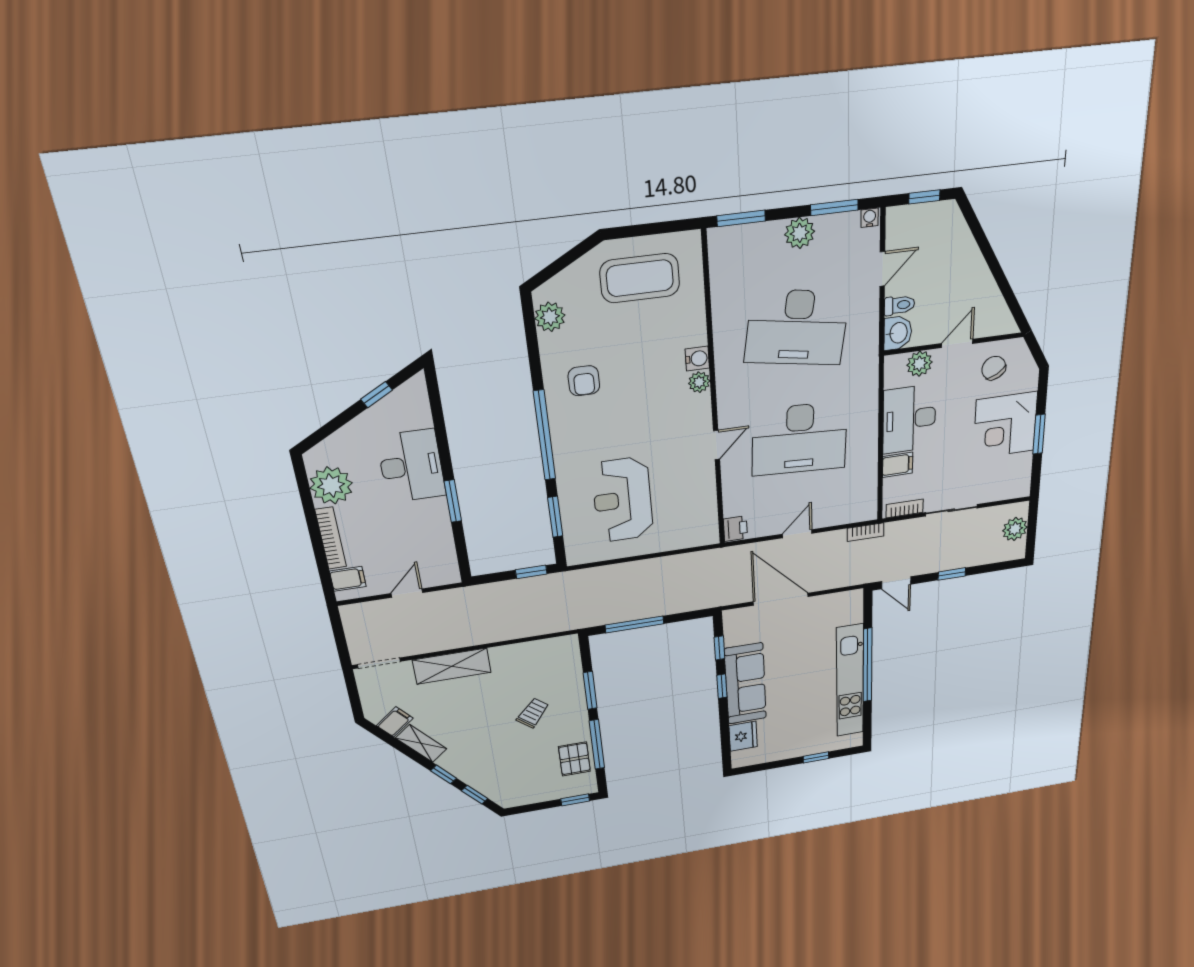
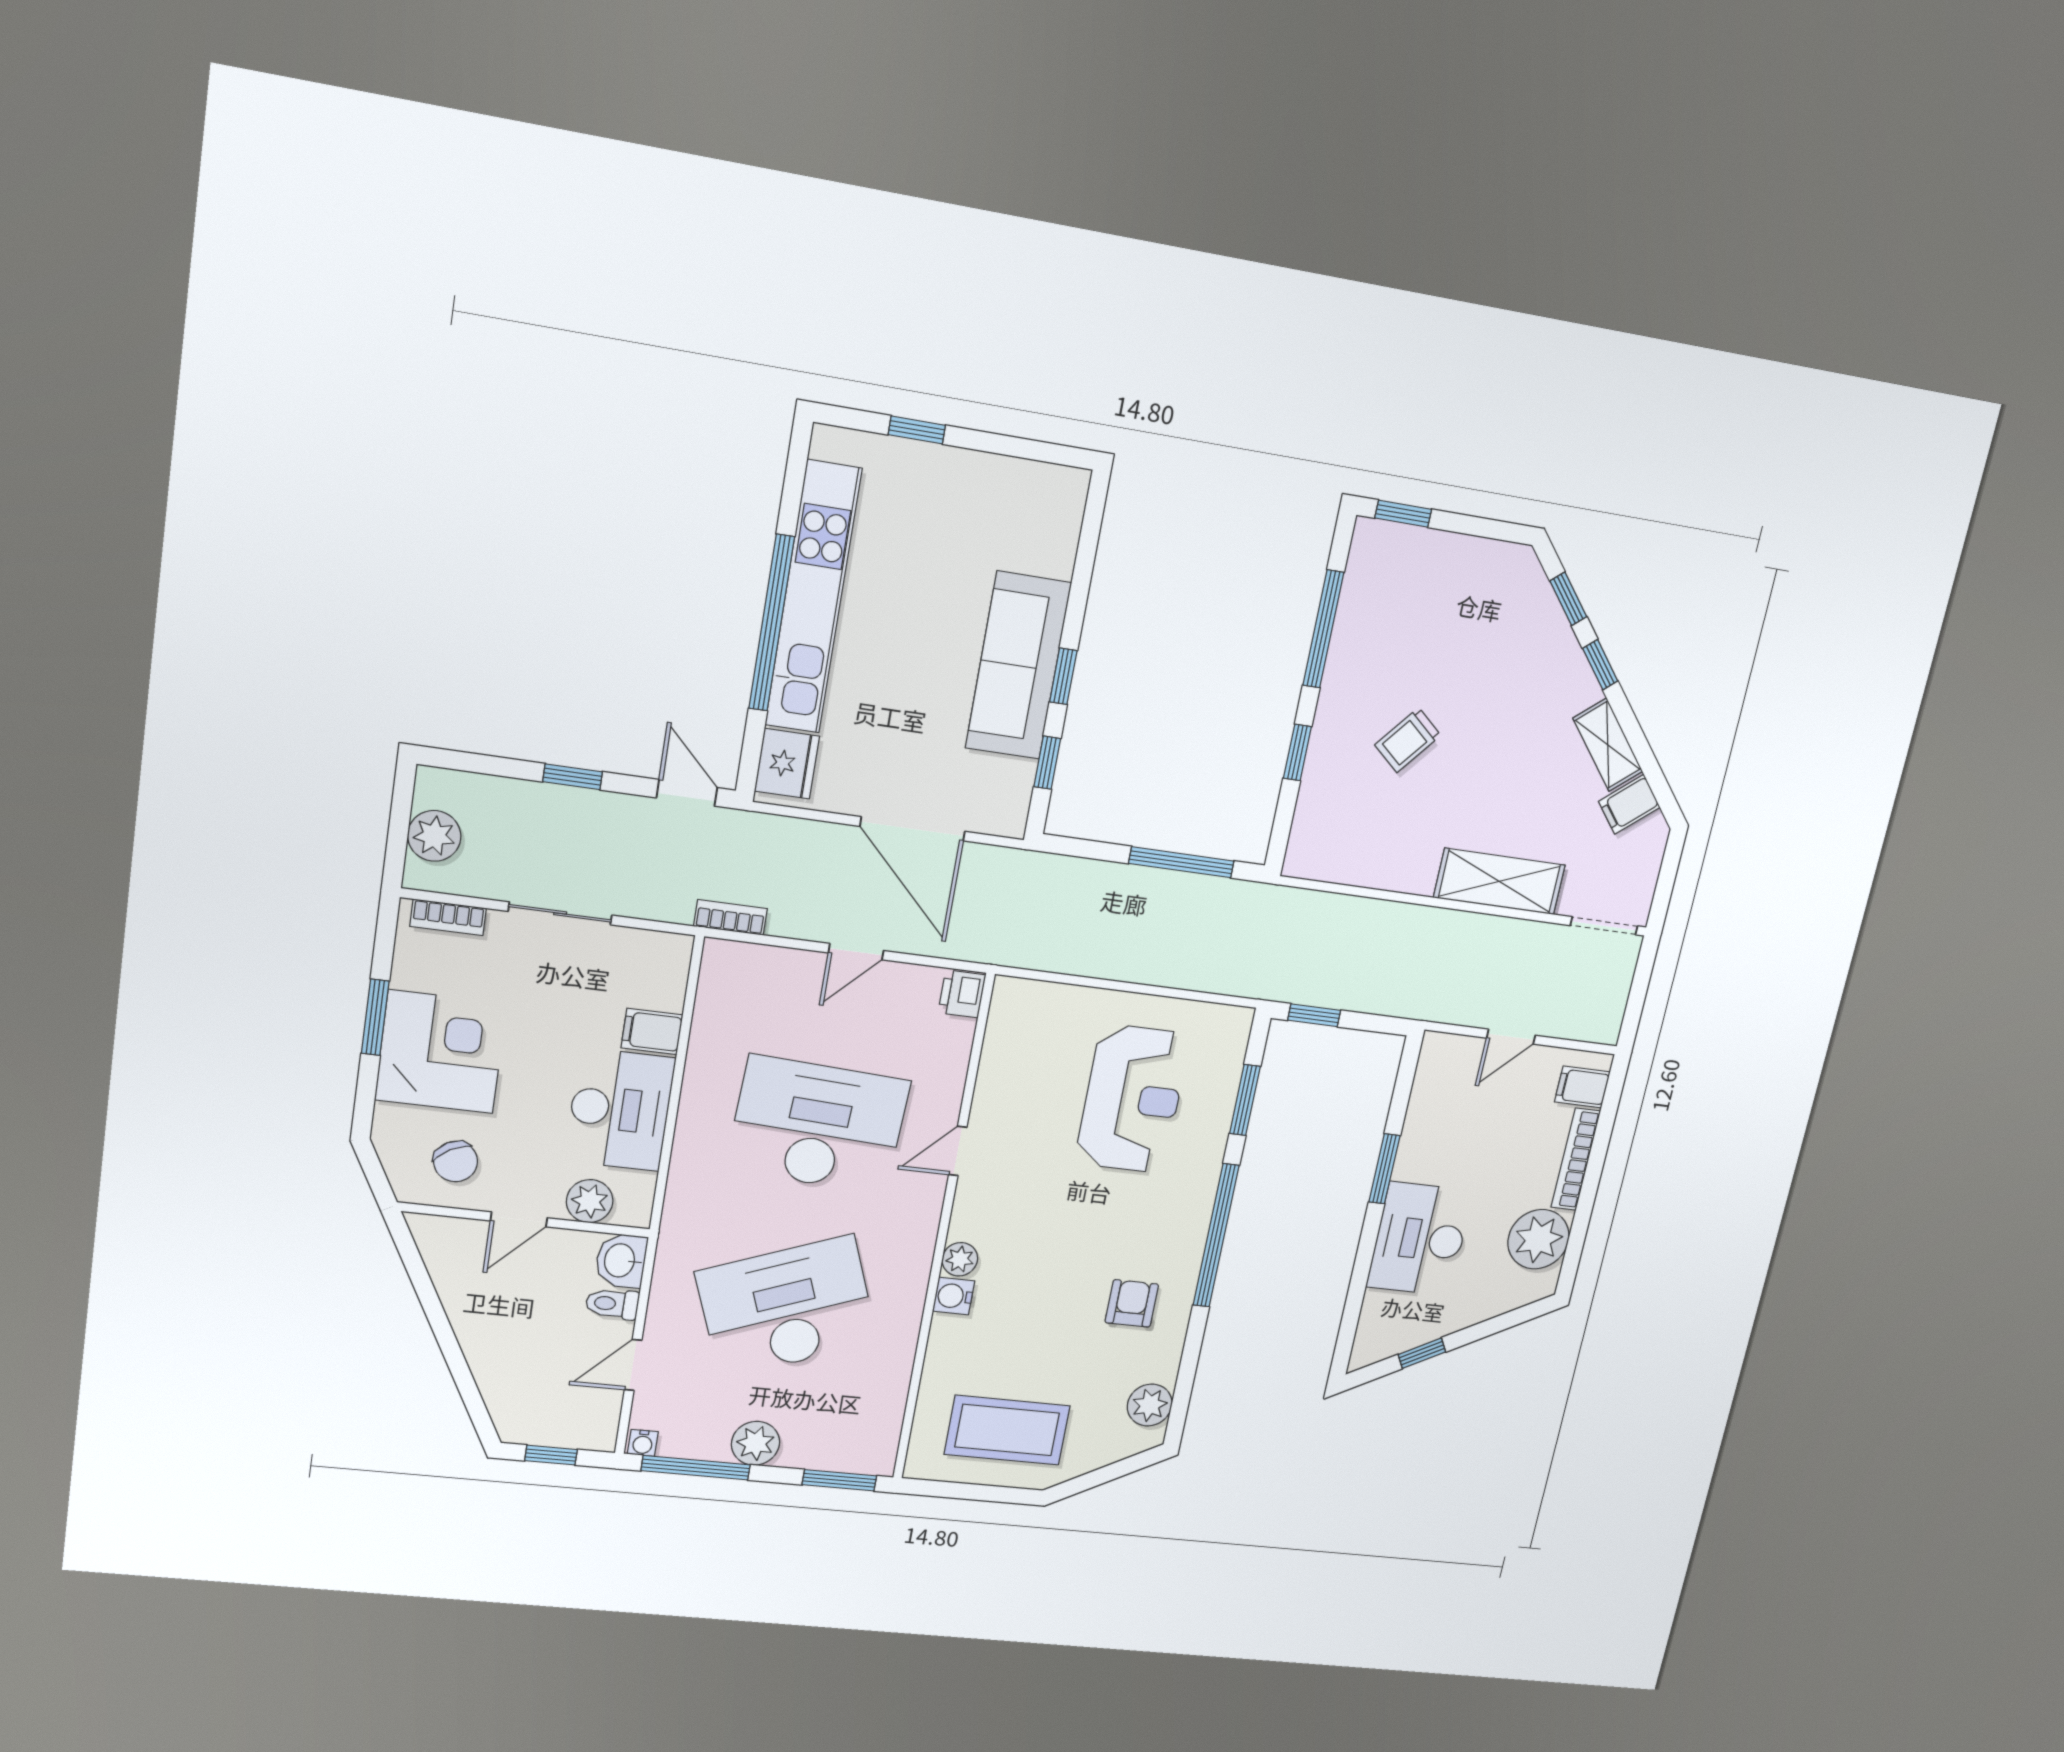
window: (834, 207) -> (696, 1468), width x1.44
desk: (797, 327) -> (787, 1307), turned -30
bookcase: (905, 508) -> (448, 917), moved
window: (590, 690) -> (1297, 752), width x0.67
fridge: (743, 736) -> (787, 764), moved, turned 180
pallet: (574, 759) -> (1373, 611), removed

